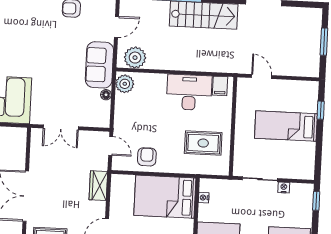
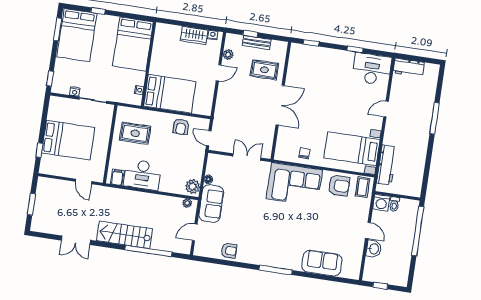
plant: (135, 58) -> (187, 203), width x0.53, depth x0.53
bed: (286, 126) -> (68, 140), width x1.50
wardrobe: (98, 186) -> (222, 108), removed

